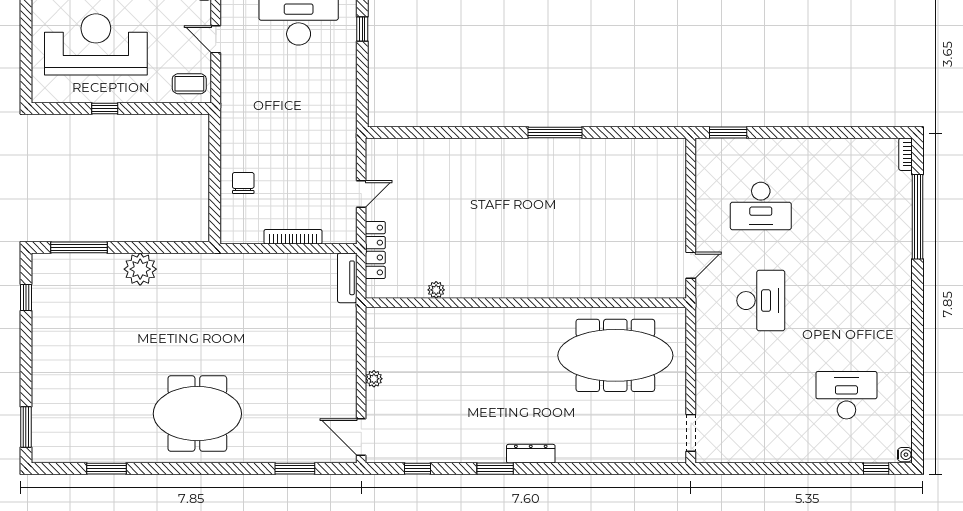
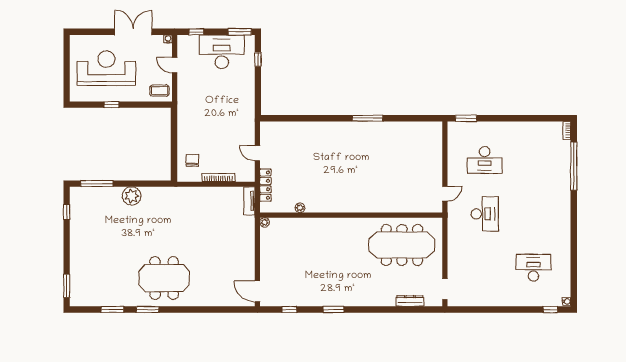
chair: (243, 183) -> (192, 160), moved
door: (361, 194) -> (257, 153), swing flipped
plant: (374, 379) -> (265, 222), moved
dresser: (531, 454) -> (410, 301), moved
window: (295, 469) -> (148, 309), moved

